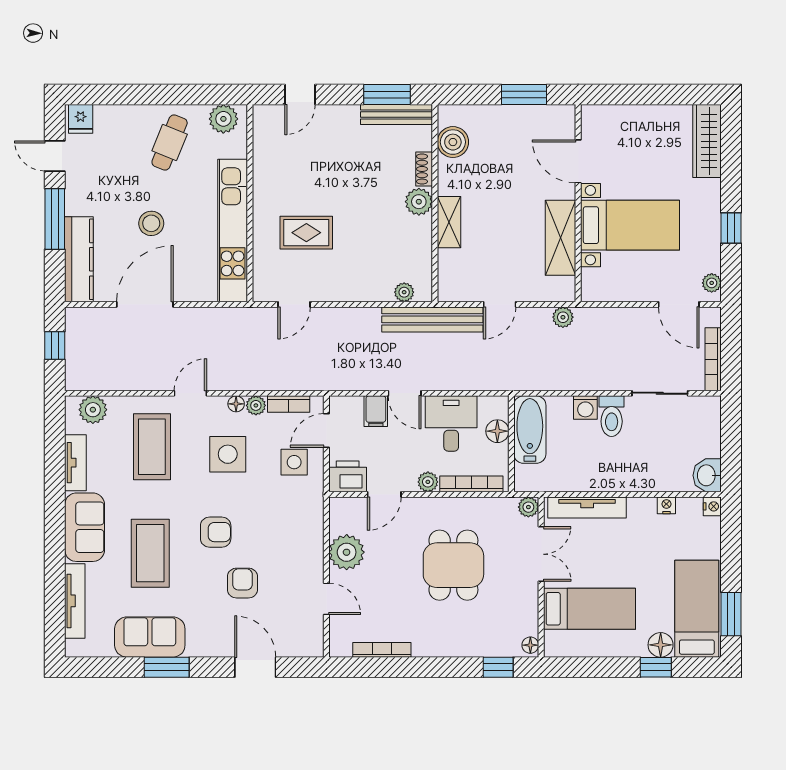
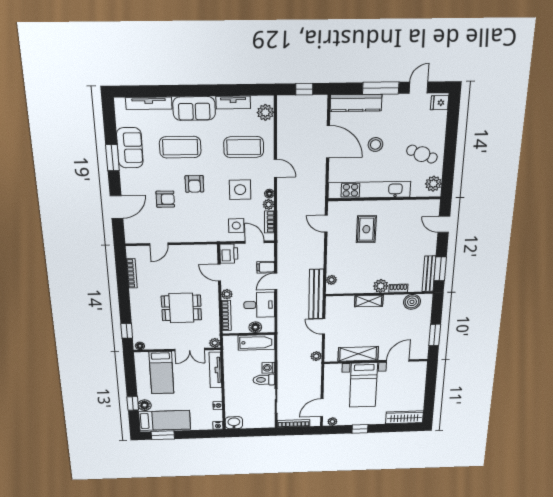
plant: (347, 552) -> (186, 254), removed

